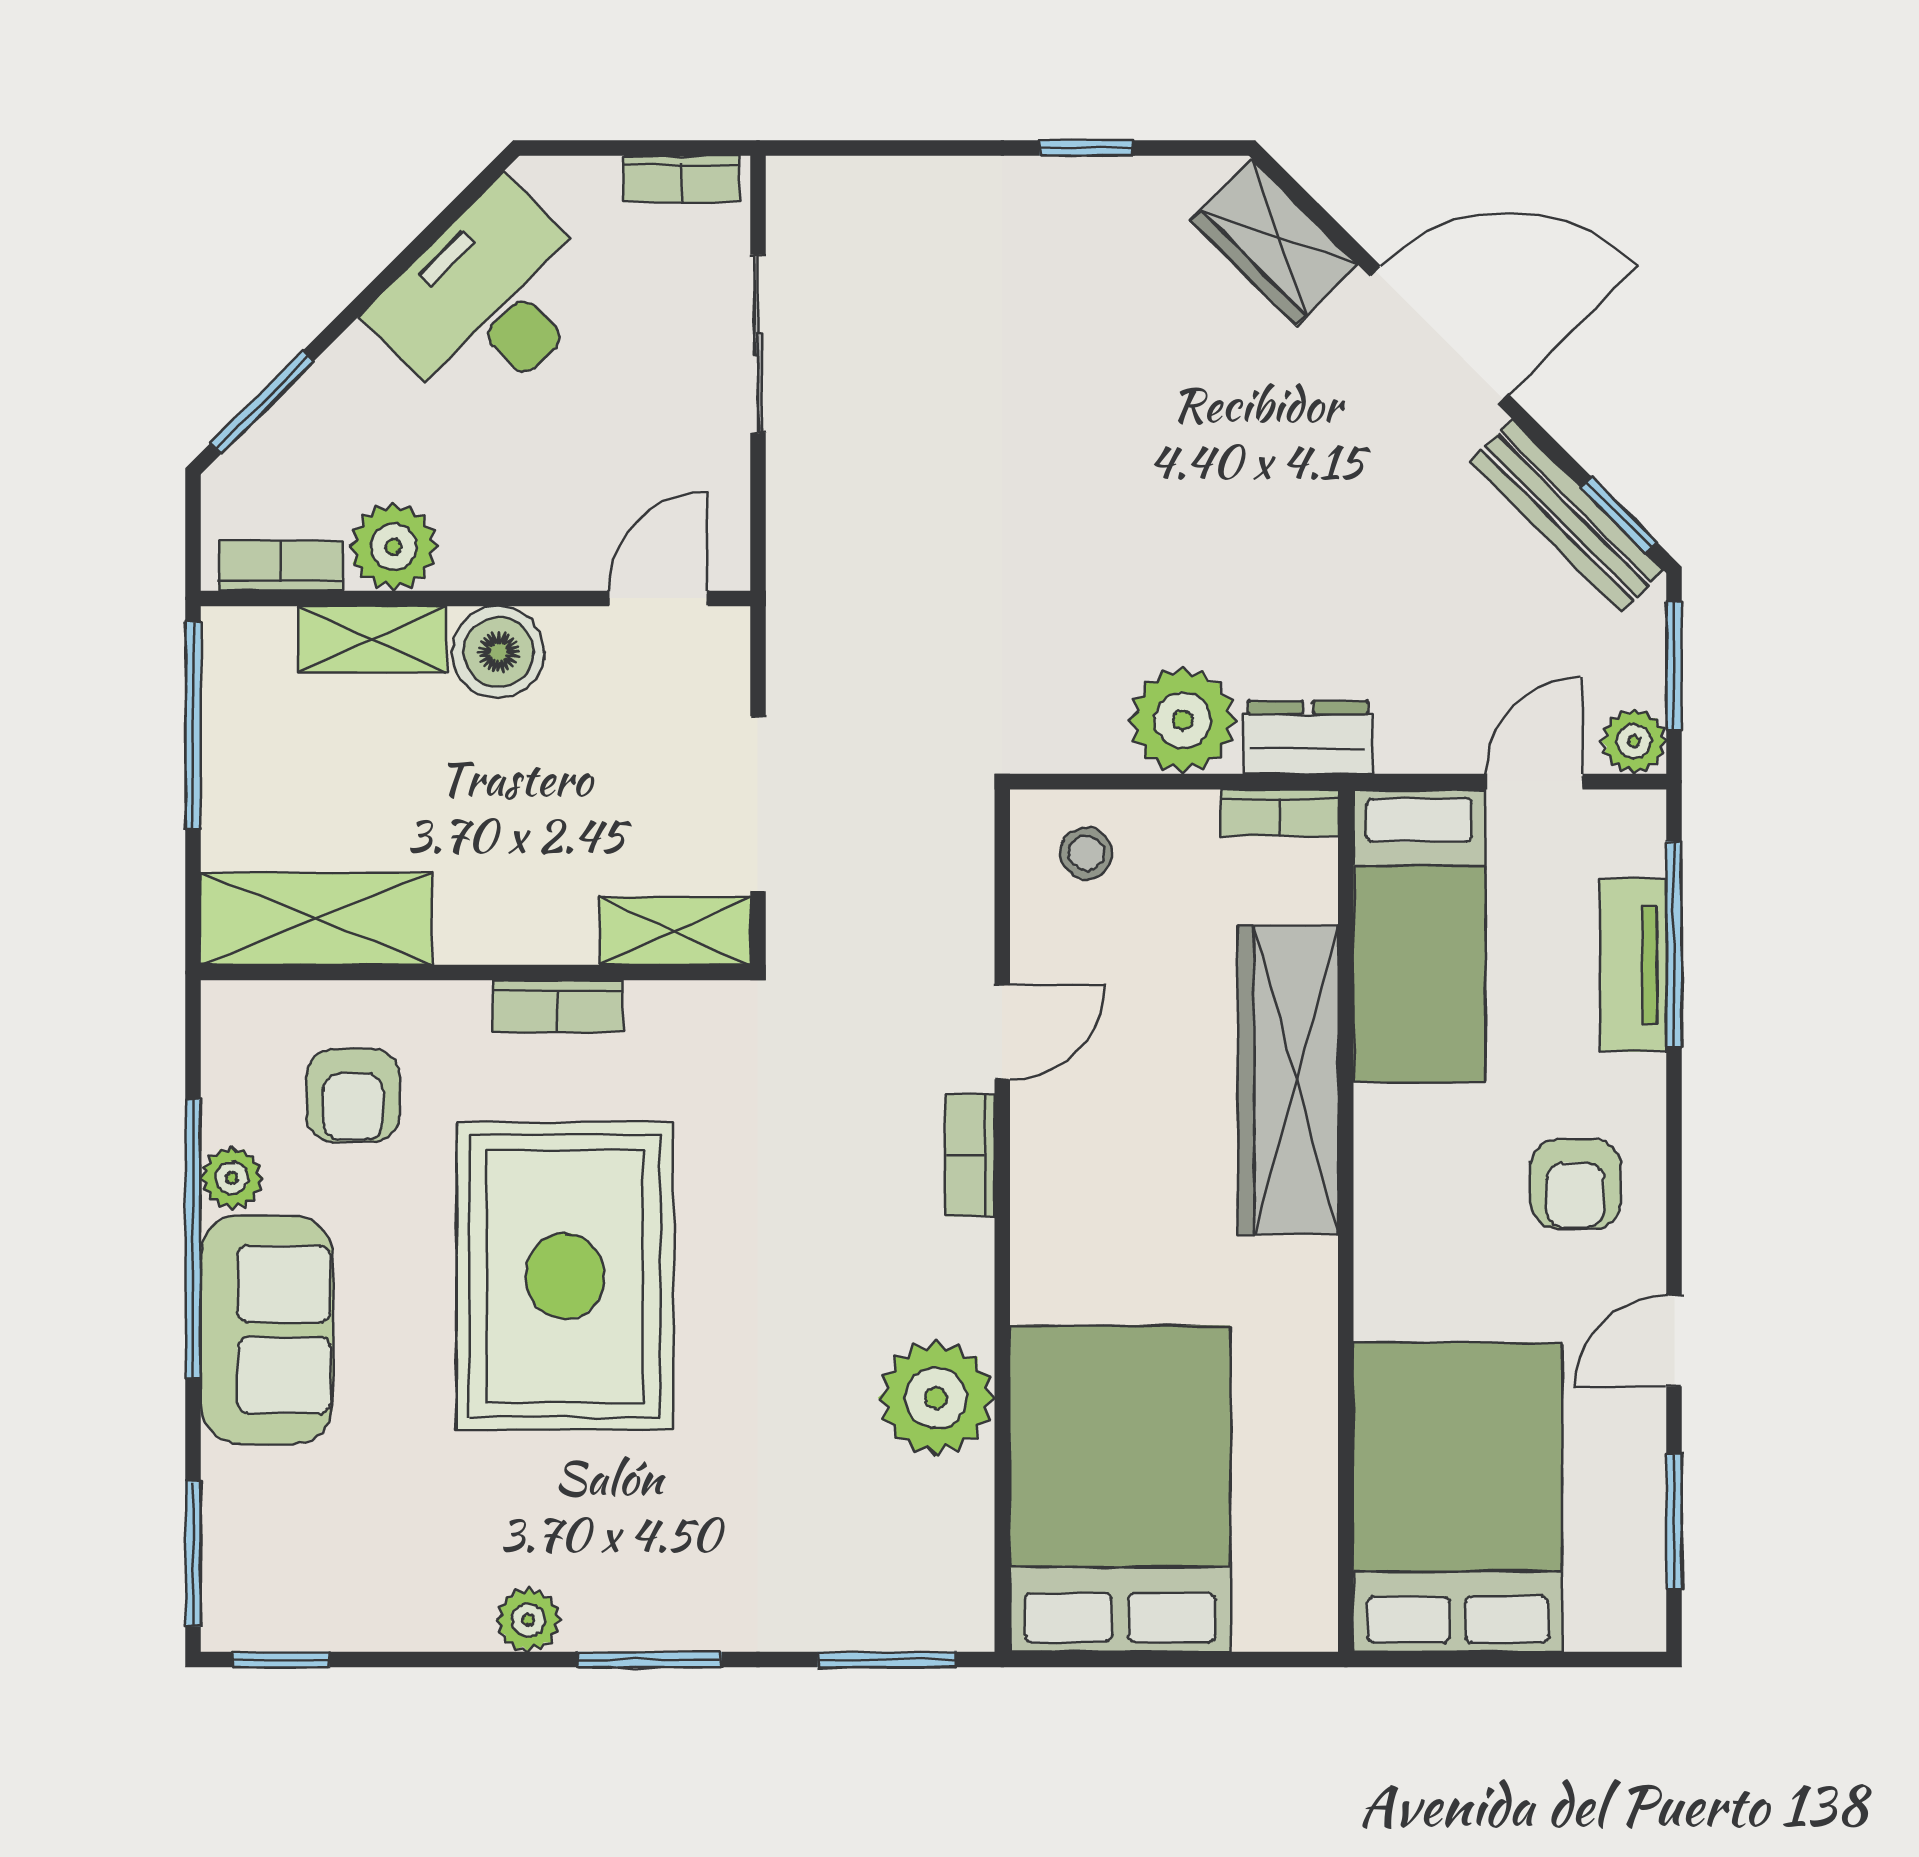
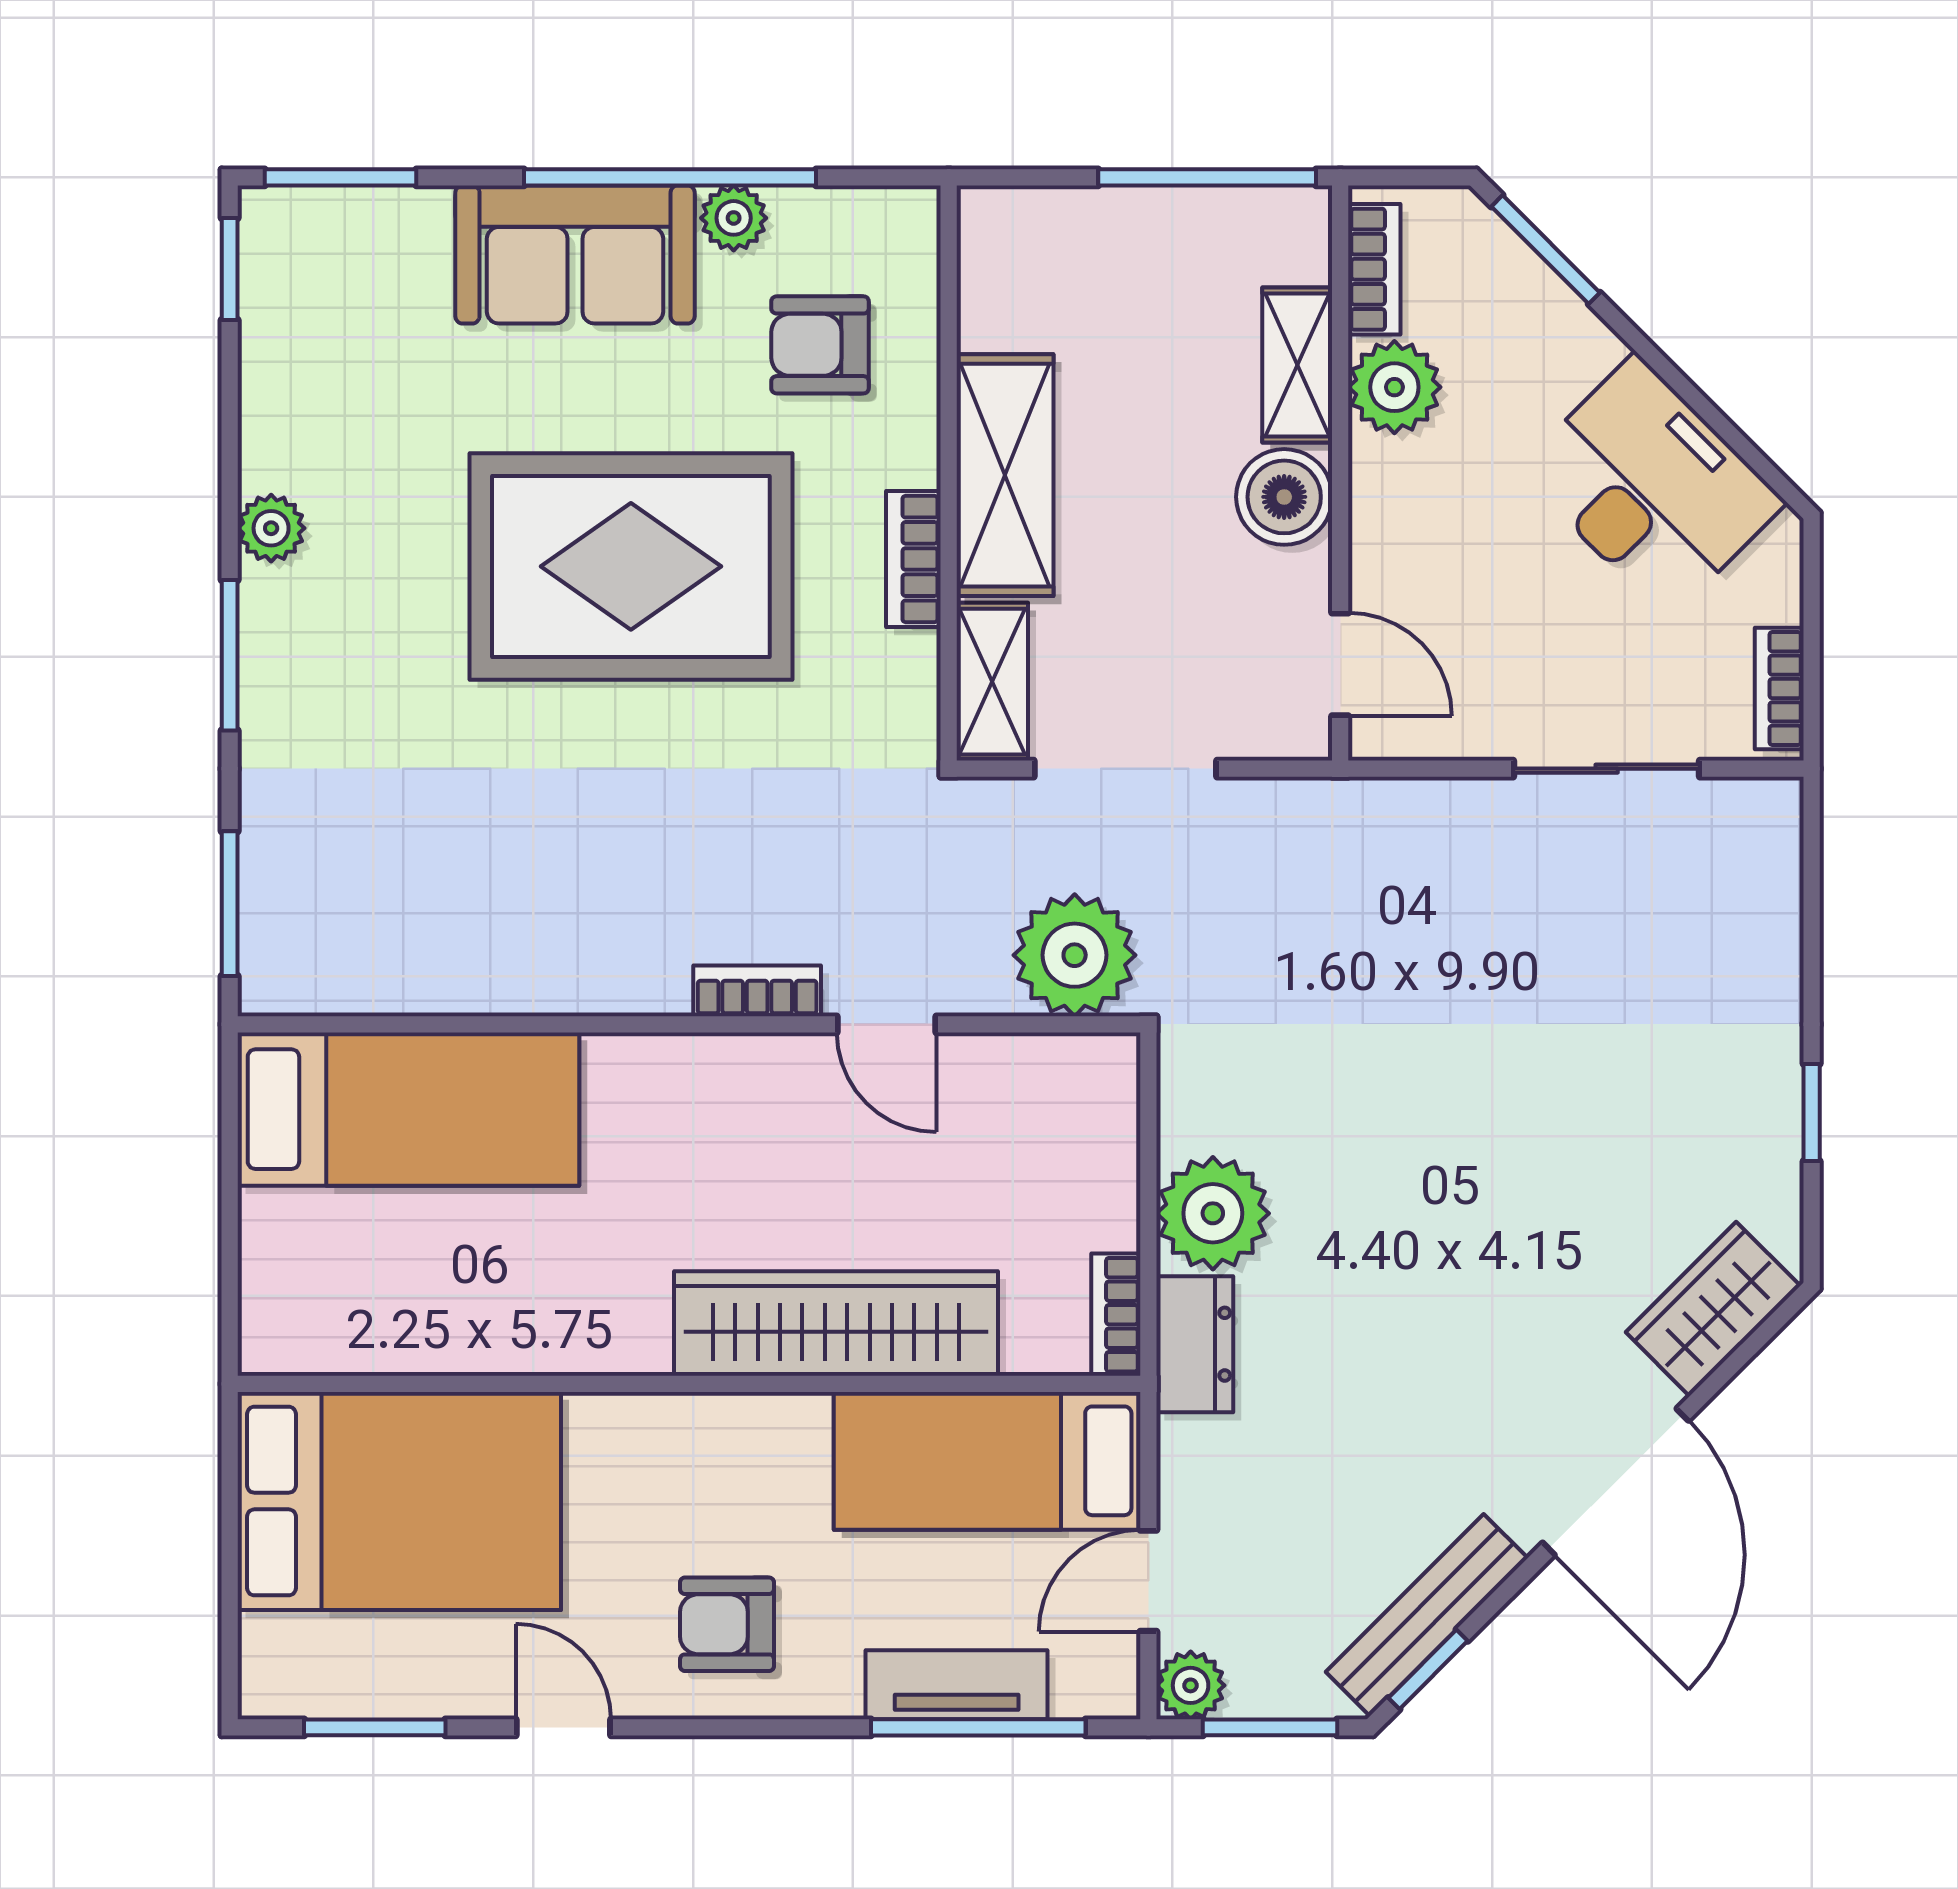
door: (1534, 782) -> (1148, 1581), swing flipped
stool: (1086, 853) -> (1074, 1112), removed
shelving: (316, 919) -> (1005, 475), moved
plant: (936, 1398) -> (1075, 955), moved
bed: (1120, 1489) -> (408, 1109), width x0.67

